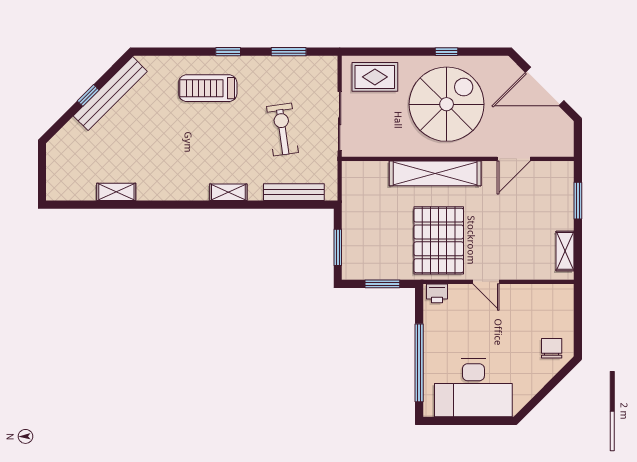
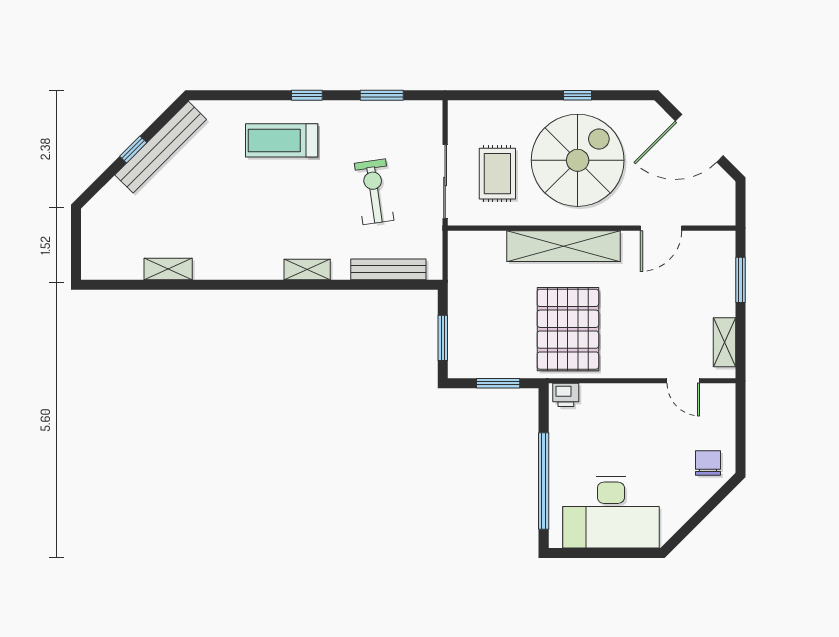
rug: (375, 77) -> (497, 174), moved, turned 90
door: (486, 282) -> (683, 381), moved

